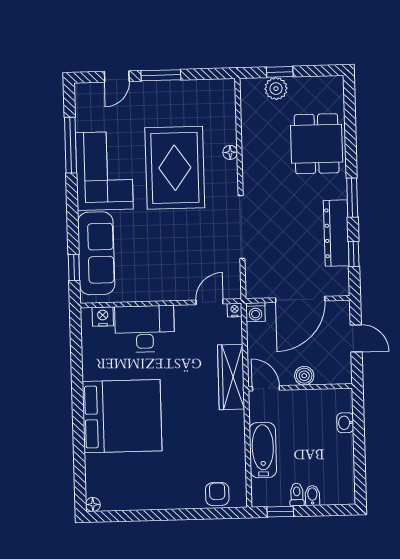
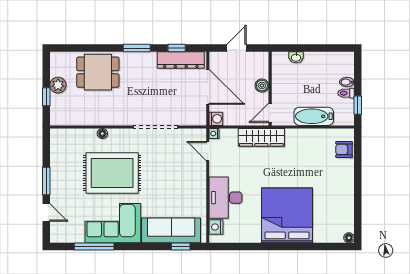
plant: (276, 89) -> (58, 85), moved
dresser: (336, 233) -> (181, 60), moved

